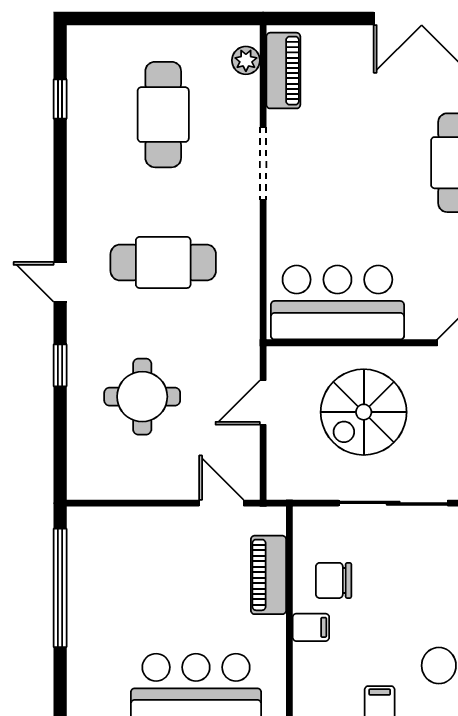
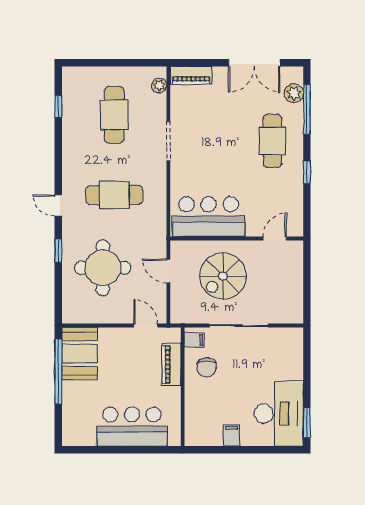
piano: (283, 71) -> (191, 75), moved, turned 90
round table: (142, 397) -> (103, 268), width x1.36, depth x1.36
door: (263, 403) -> (168, 271), hinge flipped
booth: (99, 555) -> (79, 354), added
chair: (334, 580) -> (207, 367), turned -90
filing cabinet: (311, 627) -> (194, 340), moved

